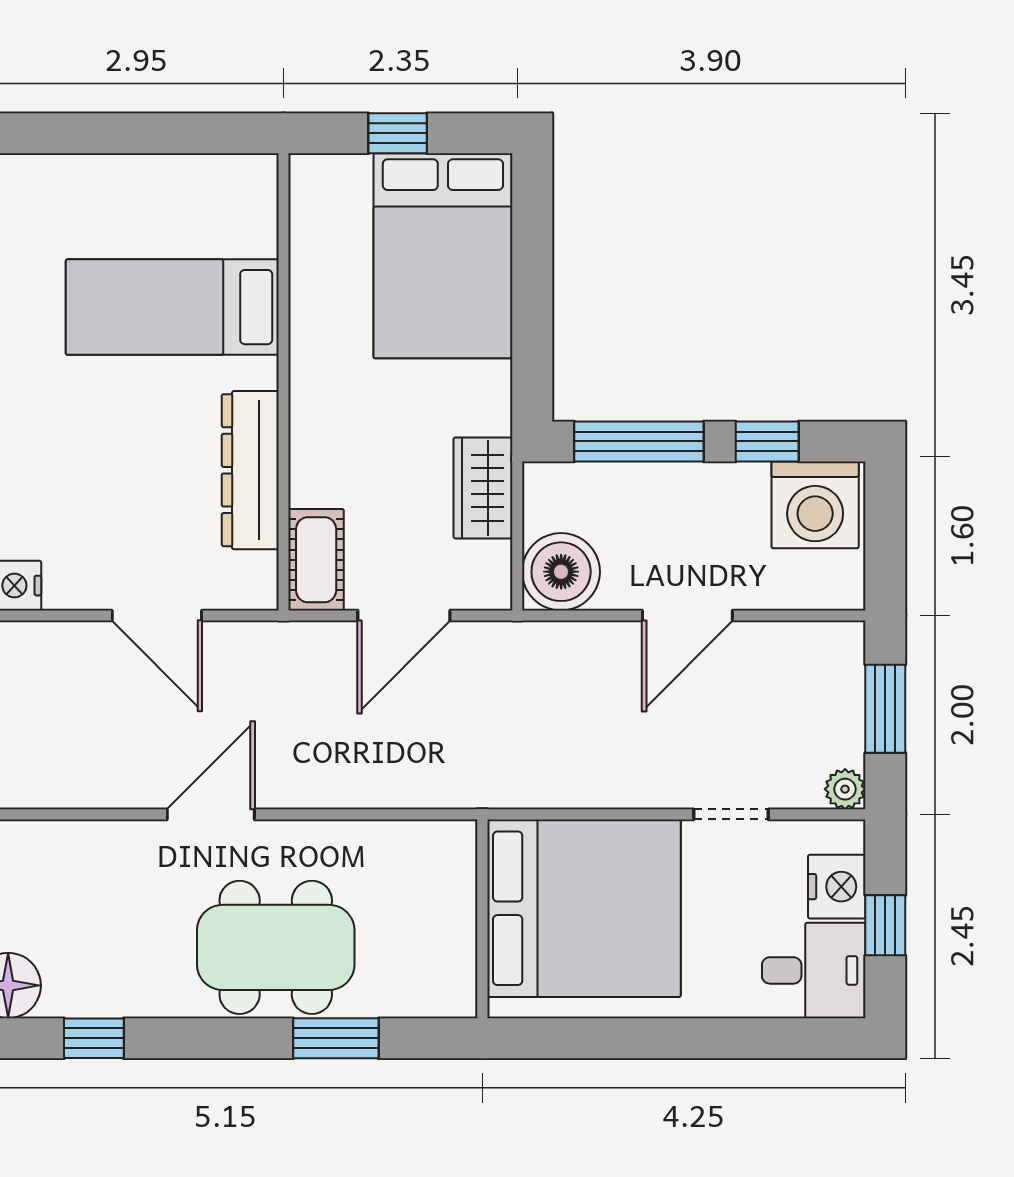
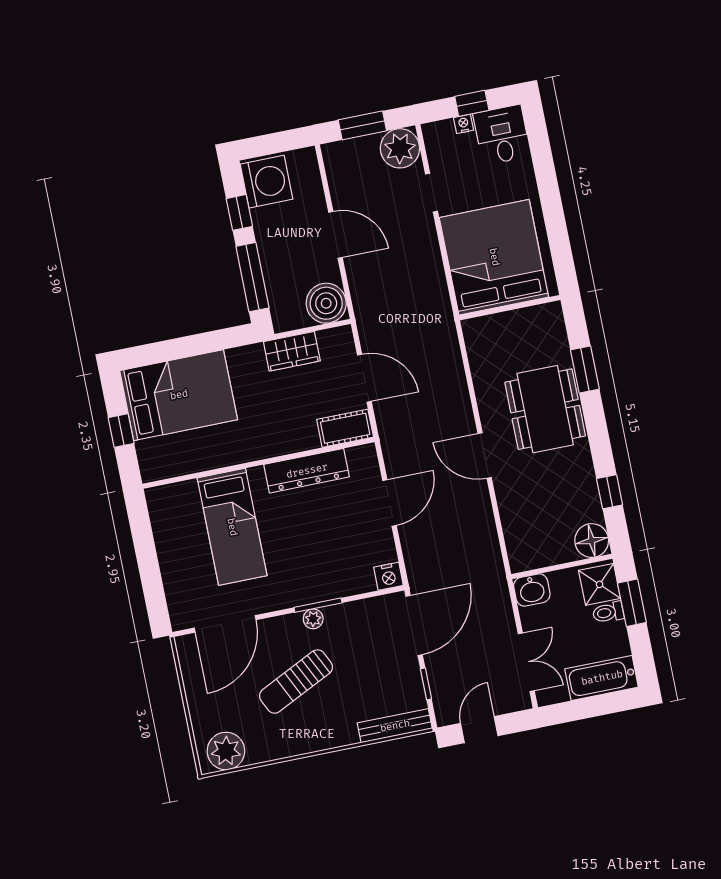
plant: (845, 789) -> (400, 148), width x1.88, depth x1.88
nightstand: (837, 887) -> (464, 124), width x0.53, depth x0.56

